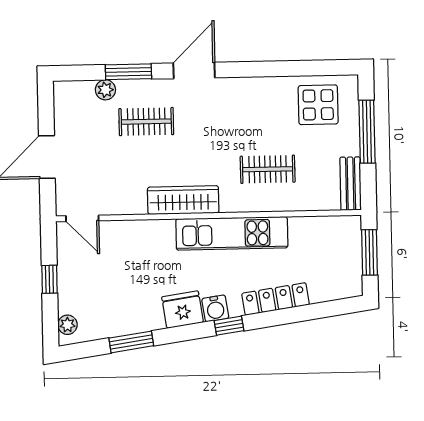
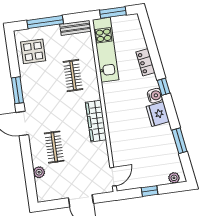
window: (128, 72) -> (18, 90), moved
kitchen unit: (232, 233) -> (106, 50), moved
locker: (276, 299) -> (146, 62), width x0.66

